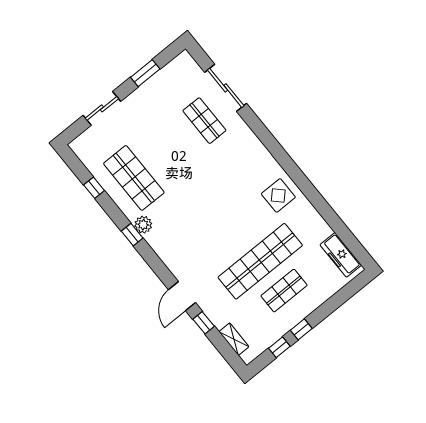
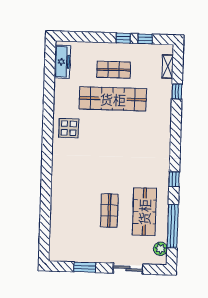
sliding door: (226, 88) -> (45, 218), removed
shop shelf: (204, 121) -> (109, 211), moved
window: (94, 188) -> (173, 226), width x3.17
plant: (143, 225) -> (160, 249), moved
door: (182, 296) -> (176, 118), removed

